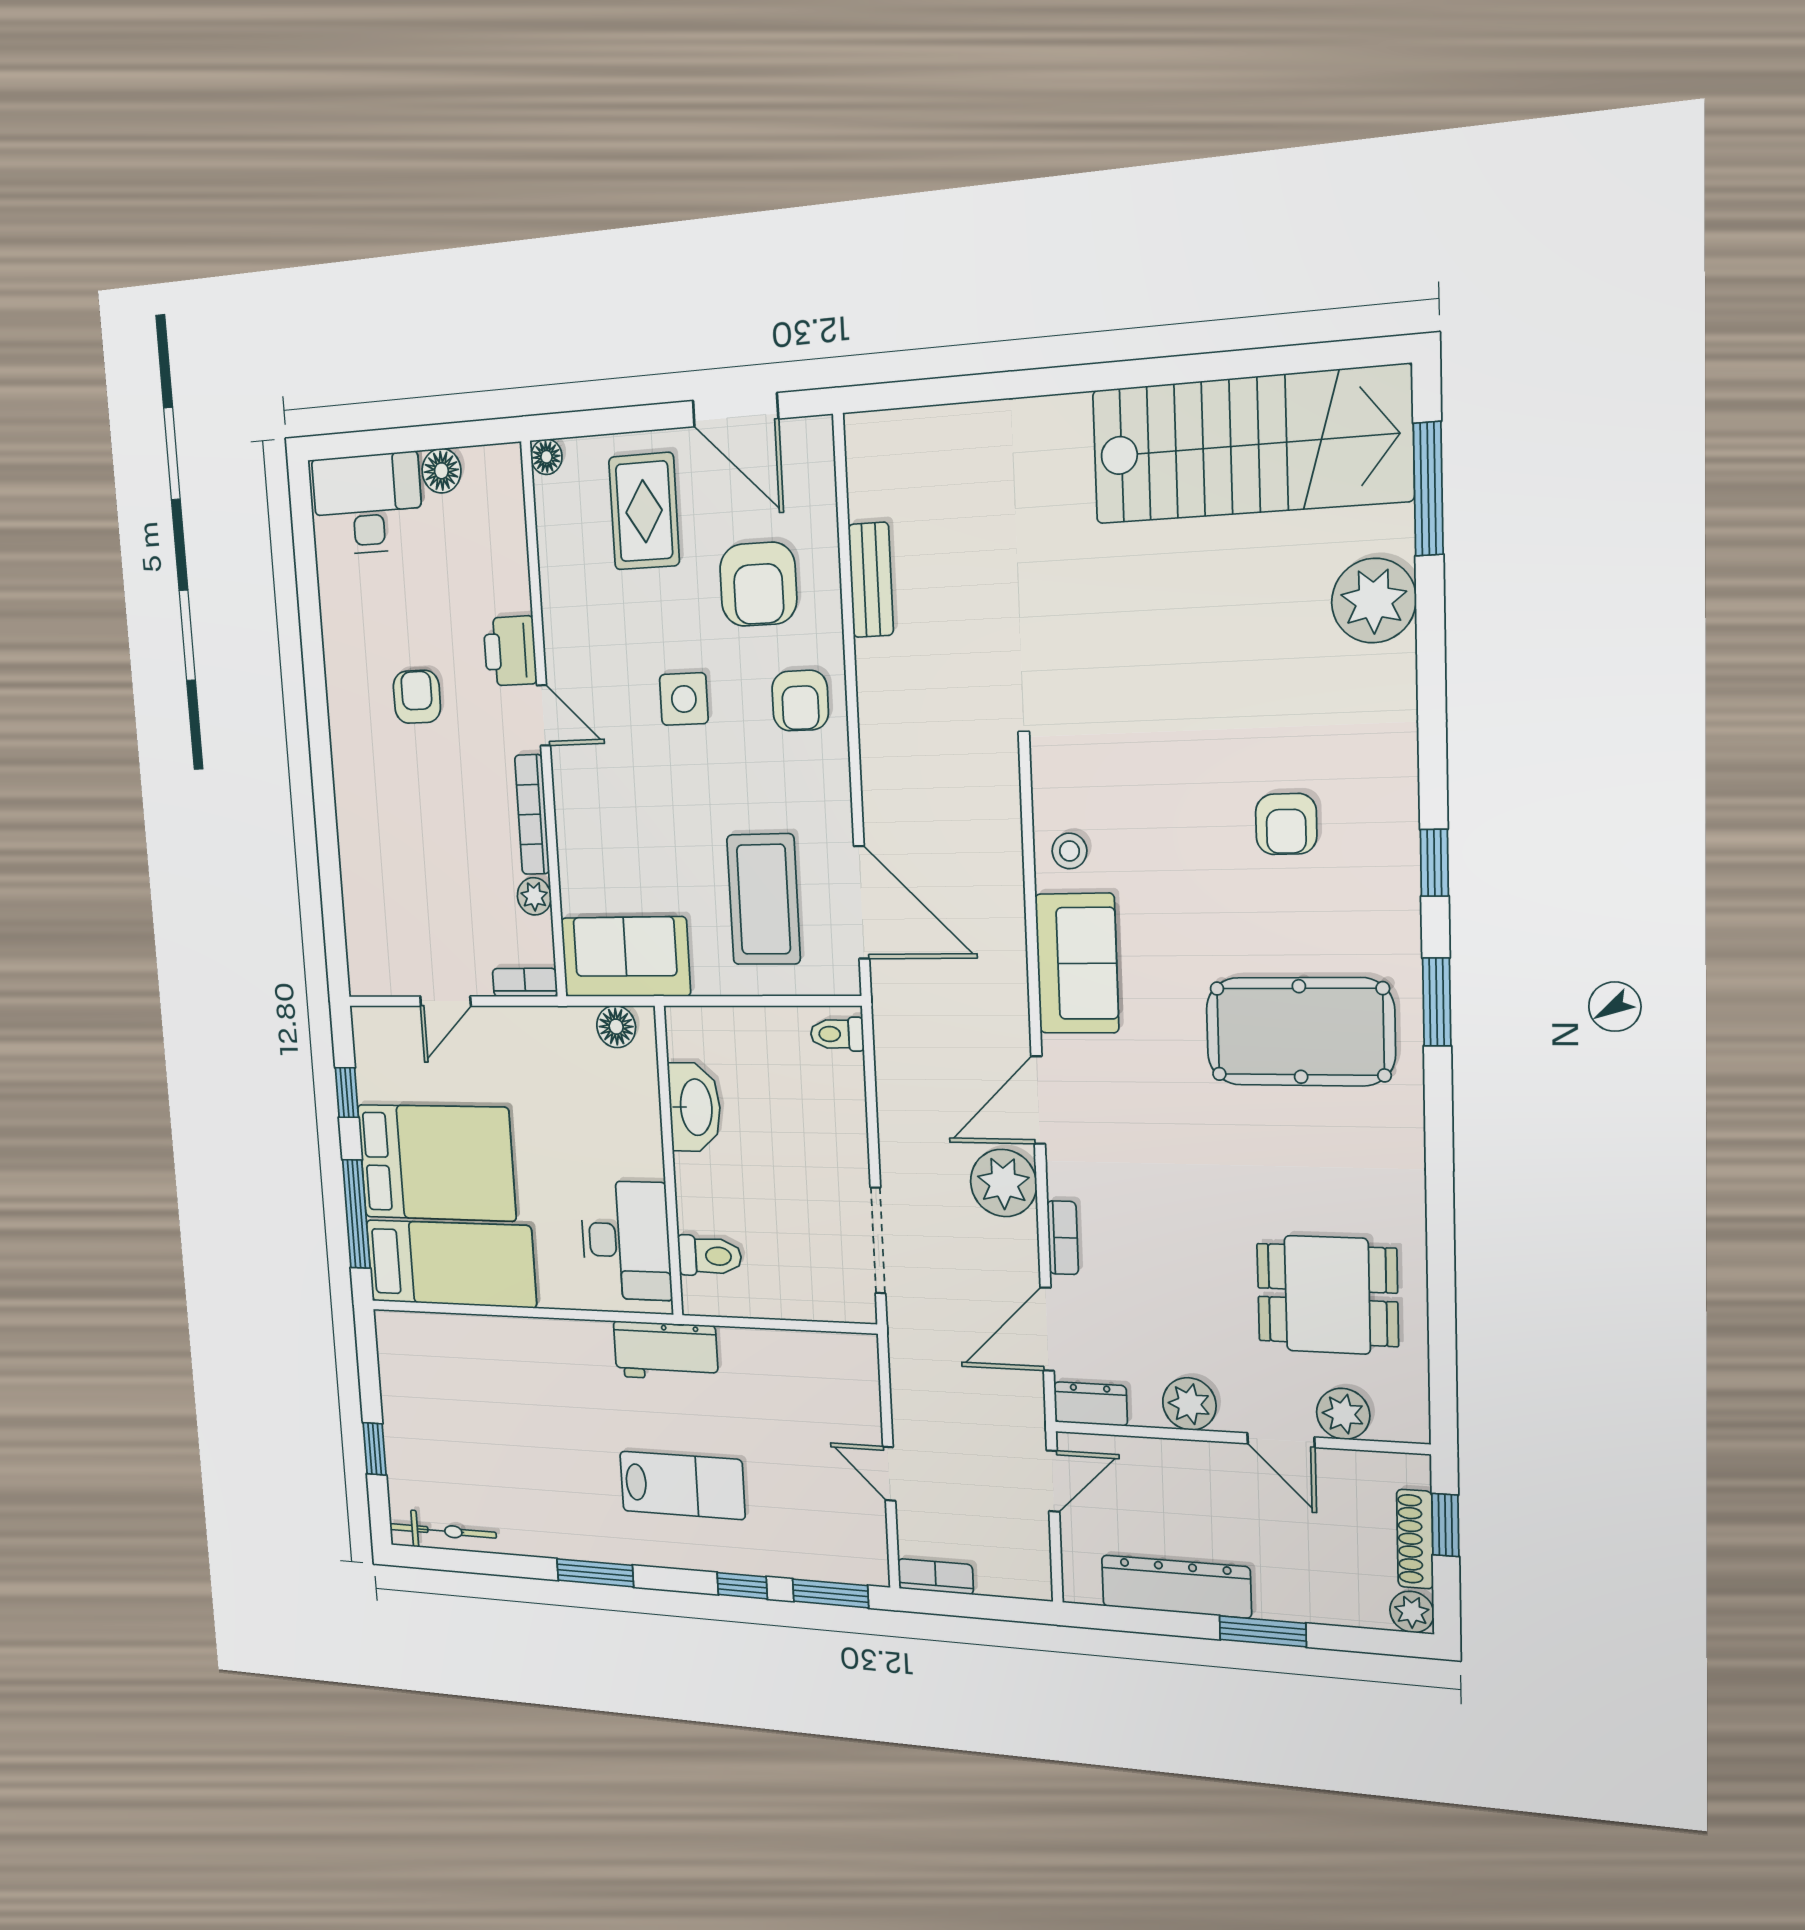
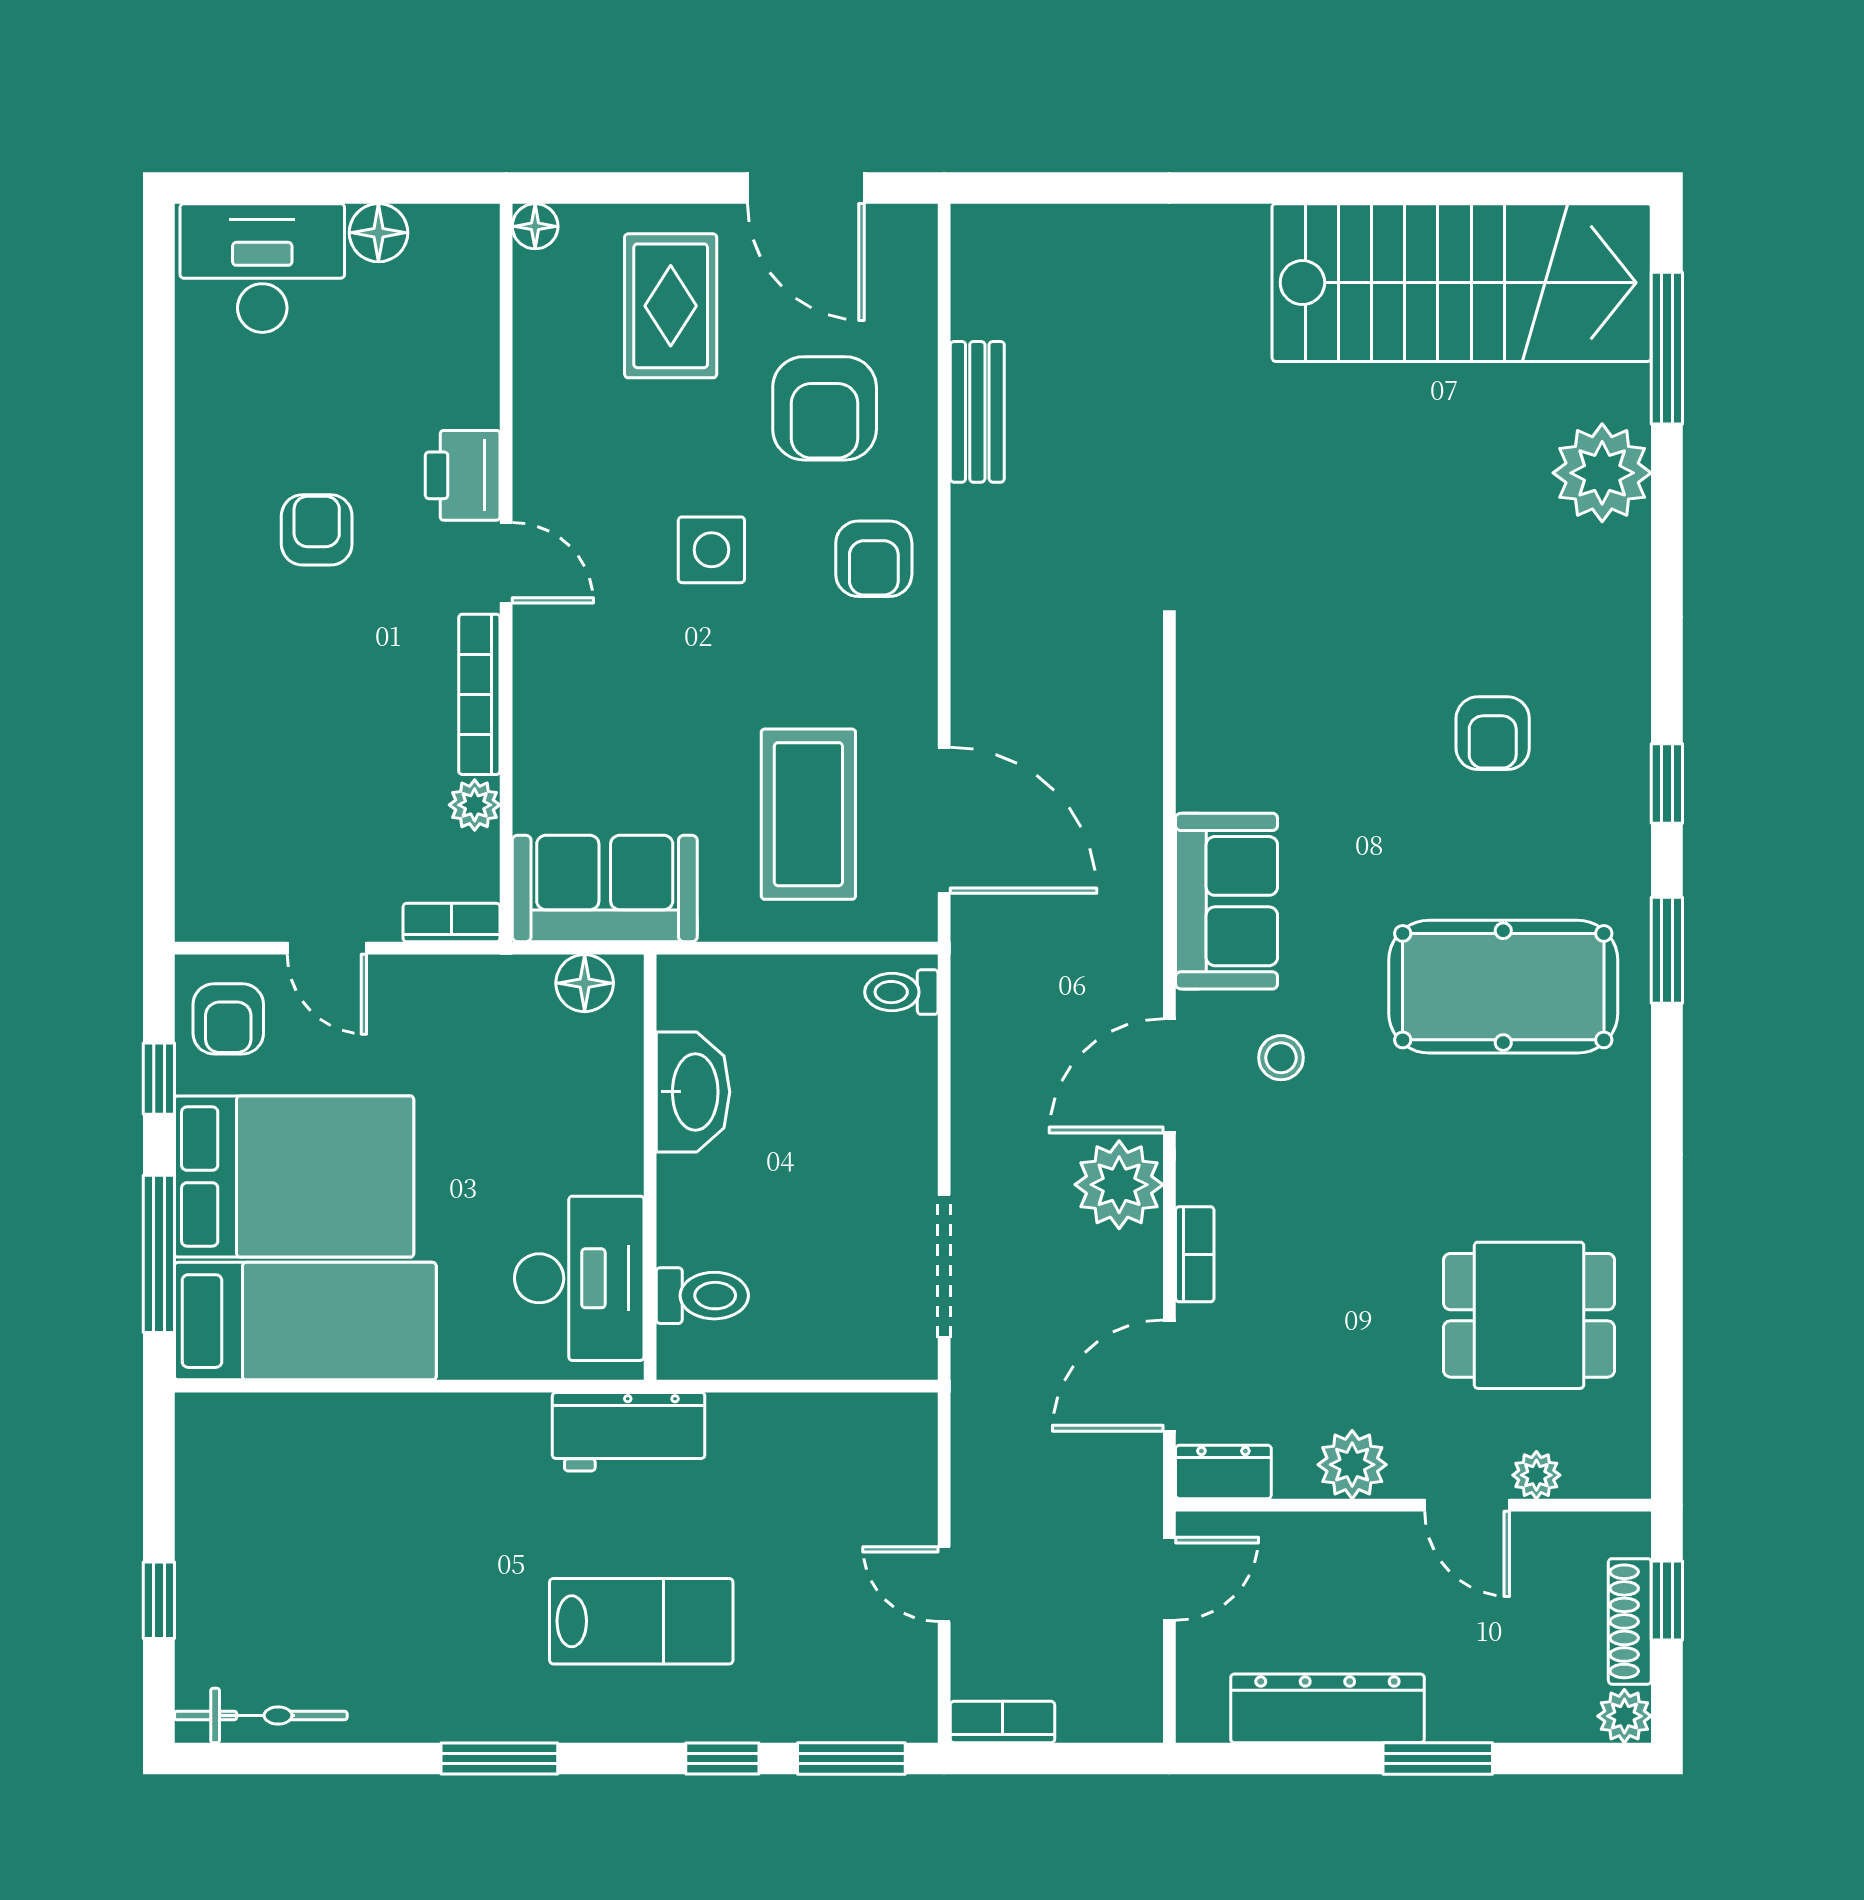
stool: (1069, 851) -> (1281, 1058), moved
door: (445, 1001) -> (327, 948), hinge flipped
armchair: (387, 1051) -> (228, 1019), added
plant: (1343, 1414) -> (1536, 1475), width x0.73, depth x0.73

